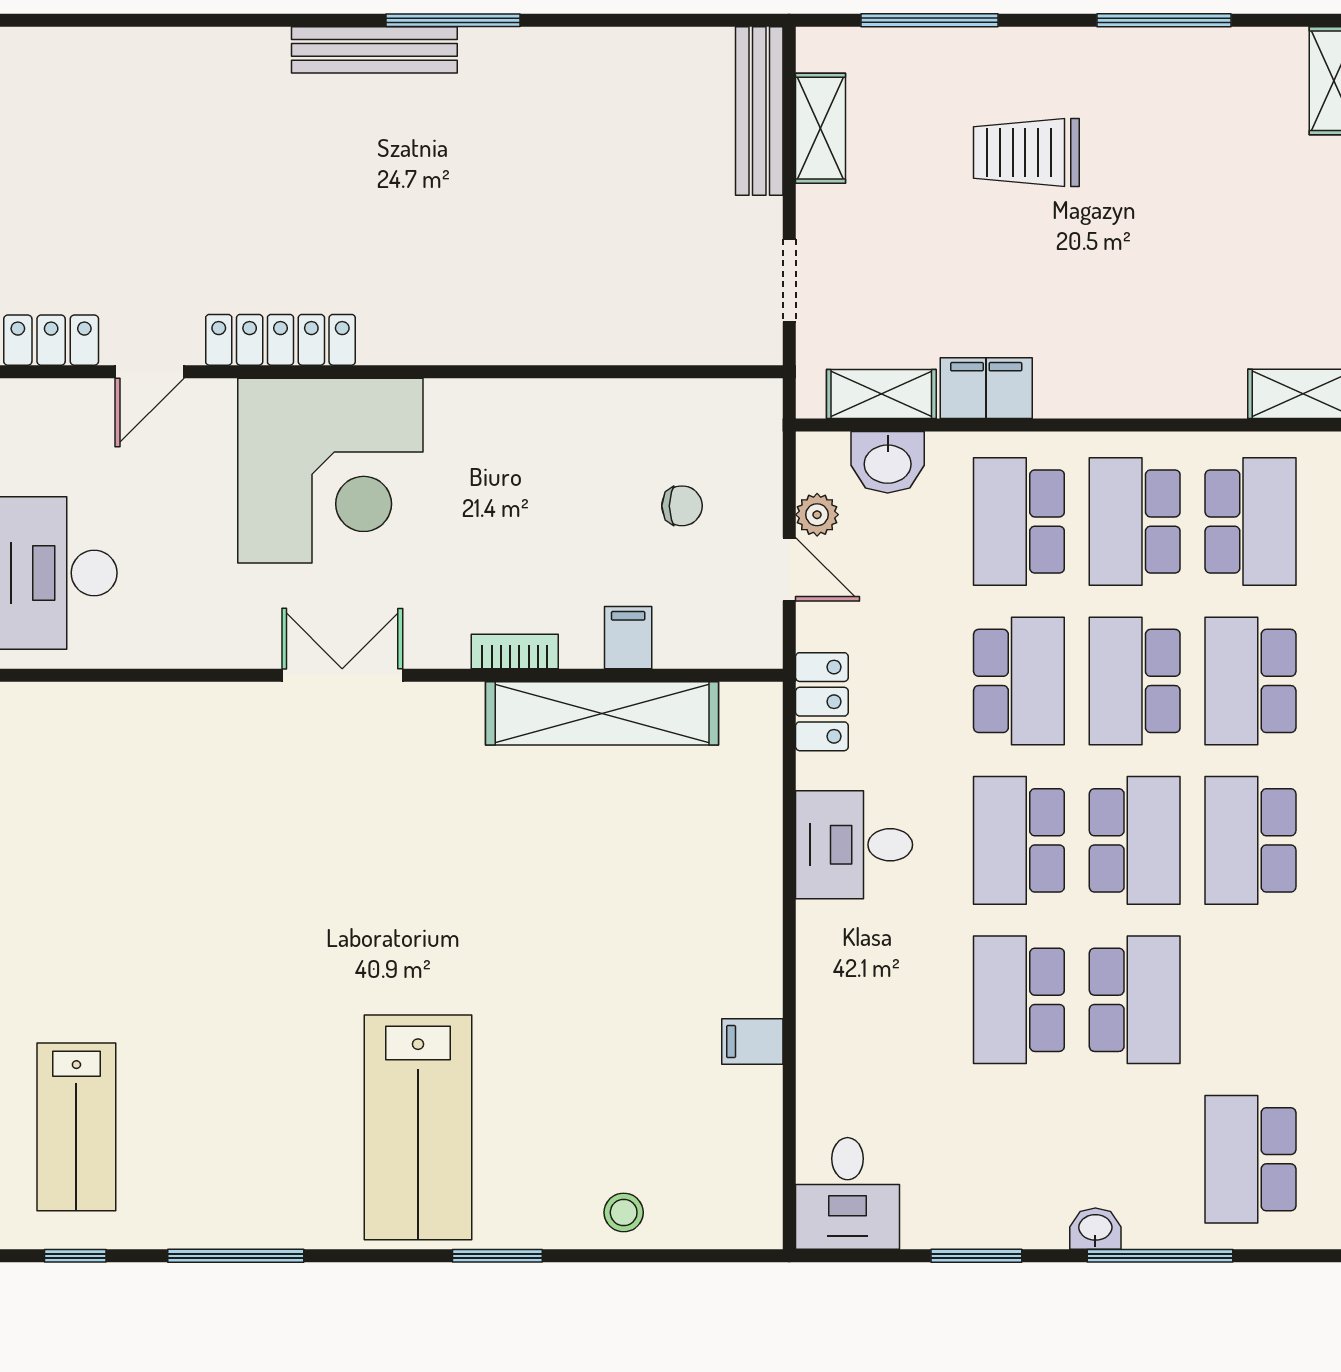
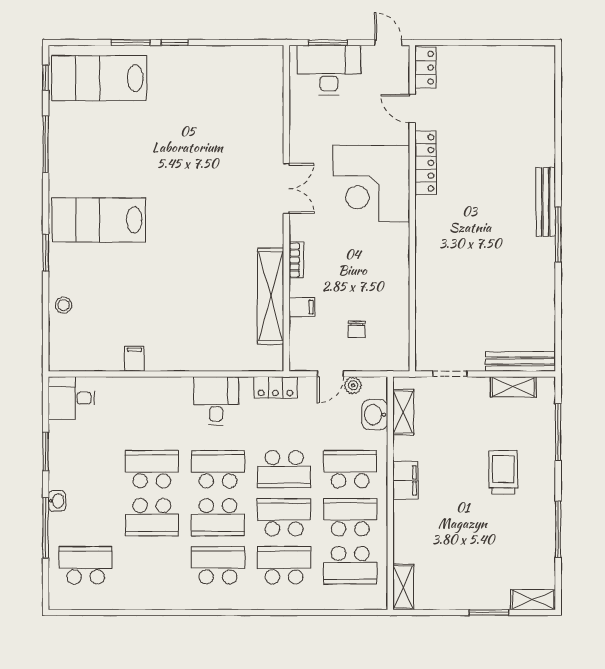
filing cabinet: (986, 388) -> (406, 480), moved
lab bench: (76, 1127) -> (99, 78), width x1.36, depth x1.39

